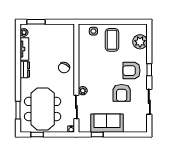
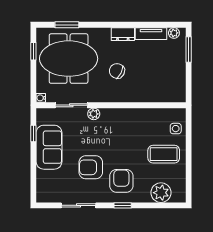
chair: (64, 68) -> (117, 71), moved

